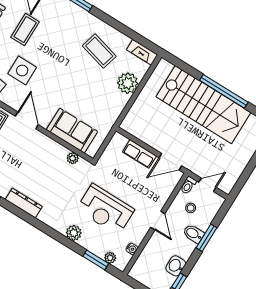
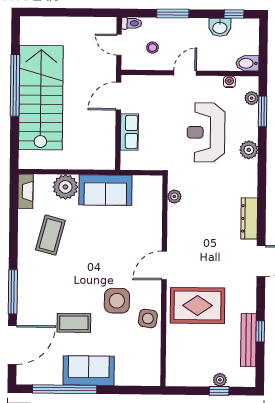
sofa: (72, 131) -> (105, 190), moved, turned -90
door: (170, 162) -> (118, 96), swing flipped
toilet: (188, 185) -> (132, 23), moved
reception desk: (105, 209) -> (206, 132), turned 180
bidet: (193, 234) -> (248, 63), moved, turned 90

